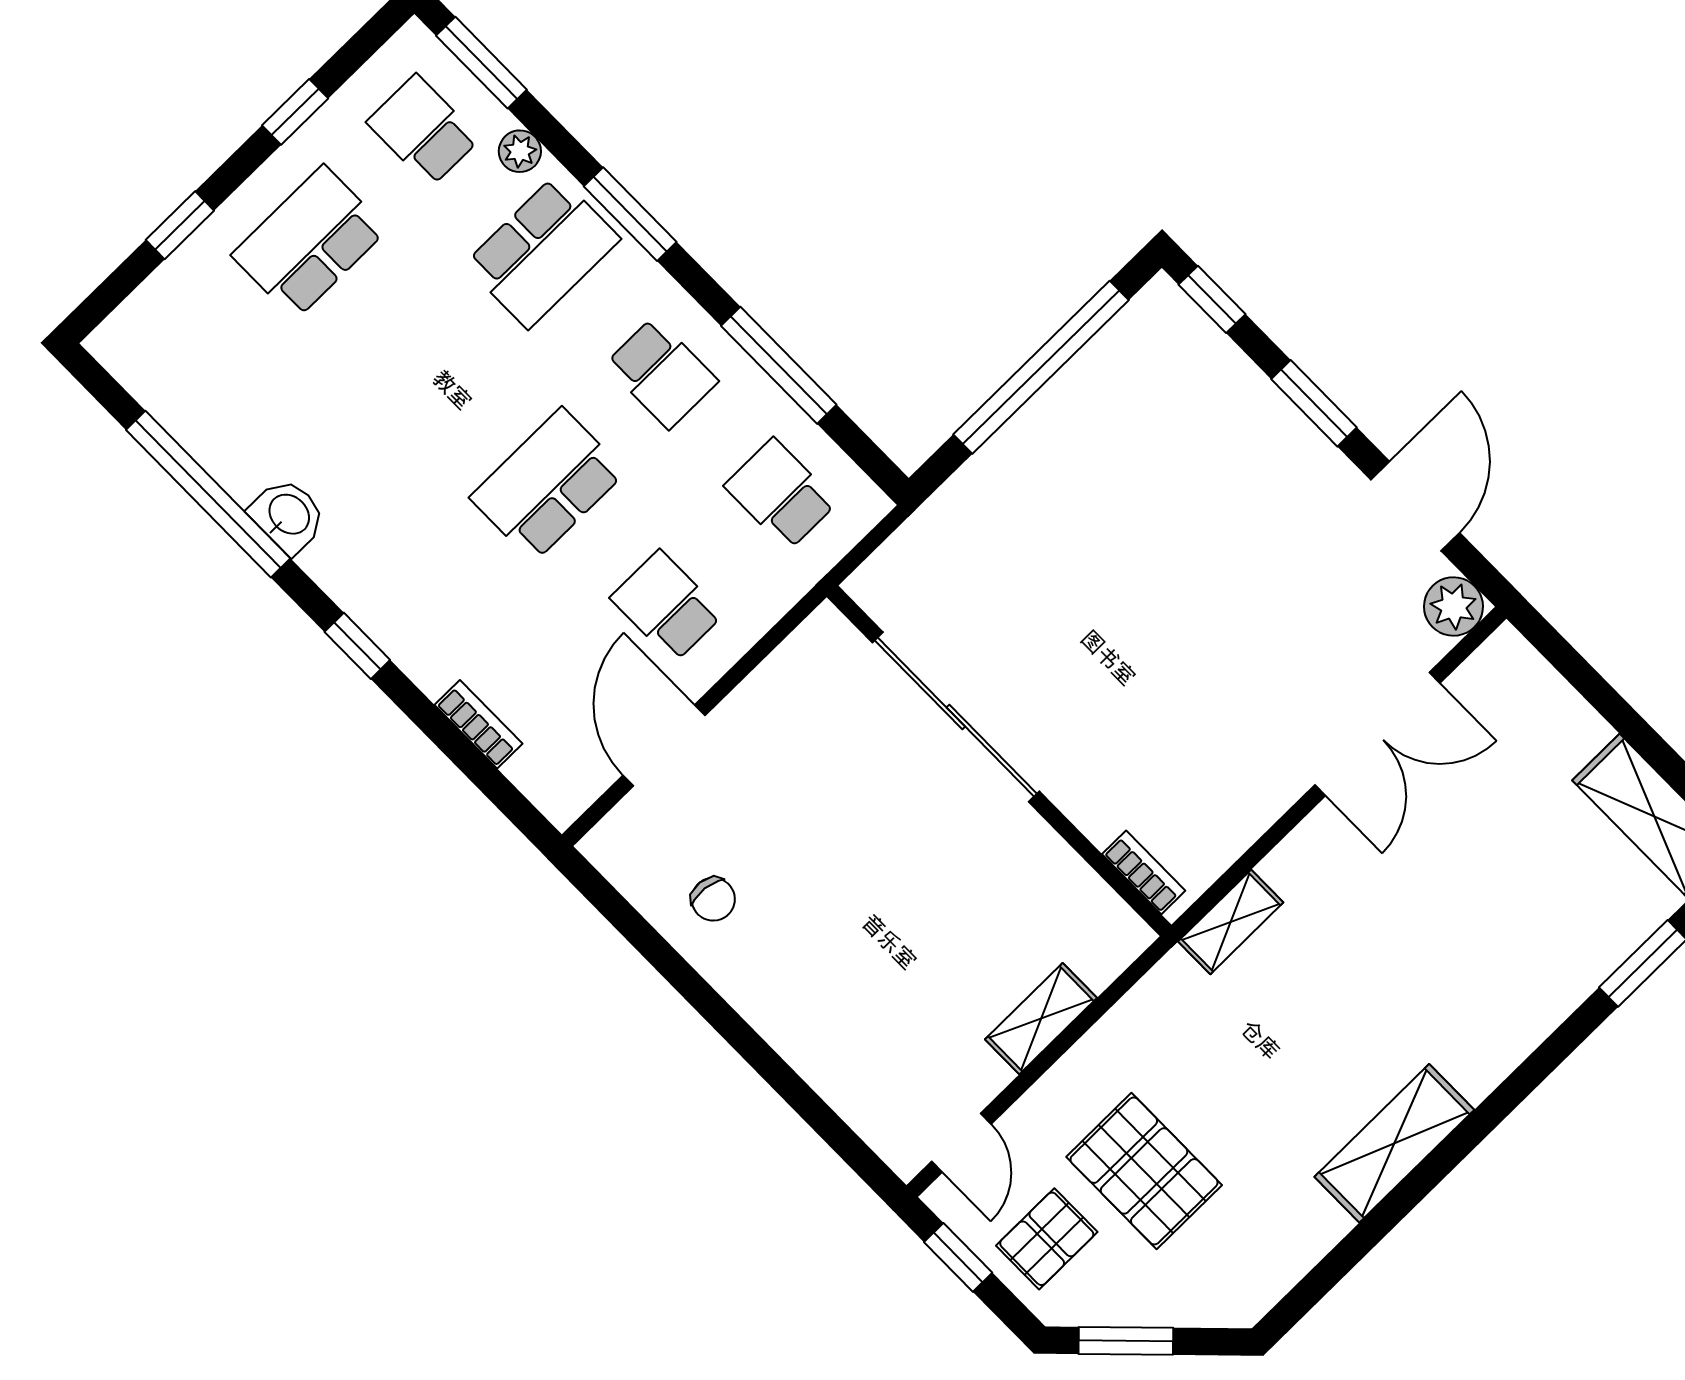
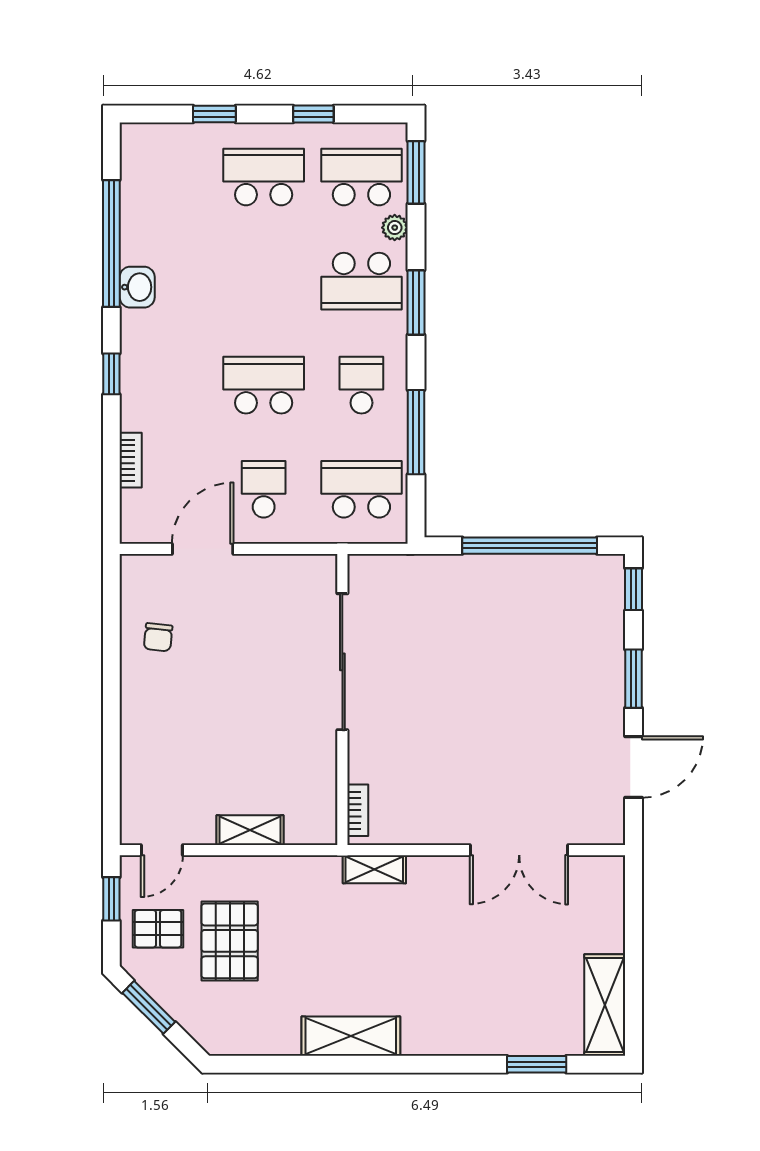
school desk: (423, 130) -> (361, 177), width x1.85
school desk: (662, 373) -> (361, 385), turned 180
school desk: (781, 494) -> (361, 489), width x1.85
plant: (1453, 606) -> (607, 827), removed

